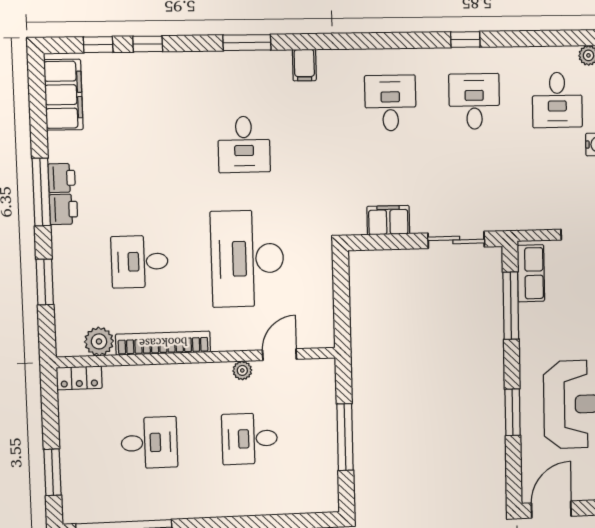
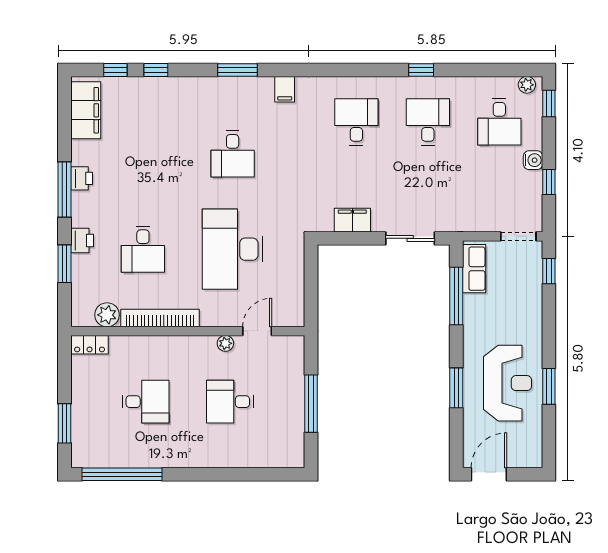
printer: (63, 209) -> (82, 241), moved
desk: (140, 262) -> (143, 249), turned -90

